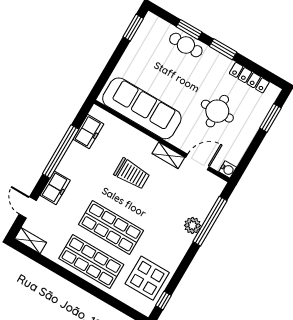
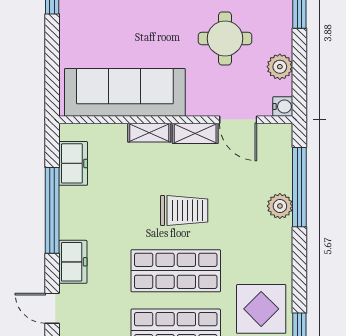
shelving: (142, 140) -> (149, 133), added
plant: (239, 146) -> (280, 67), added
door: (198, 162) -> (238, 120), swing flipped
trolley: (132, 174) -> (184, 210), moved

